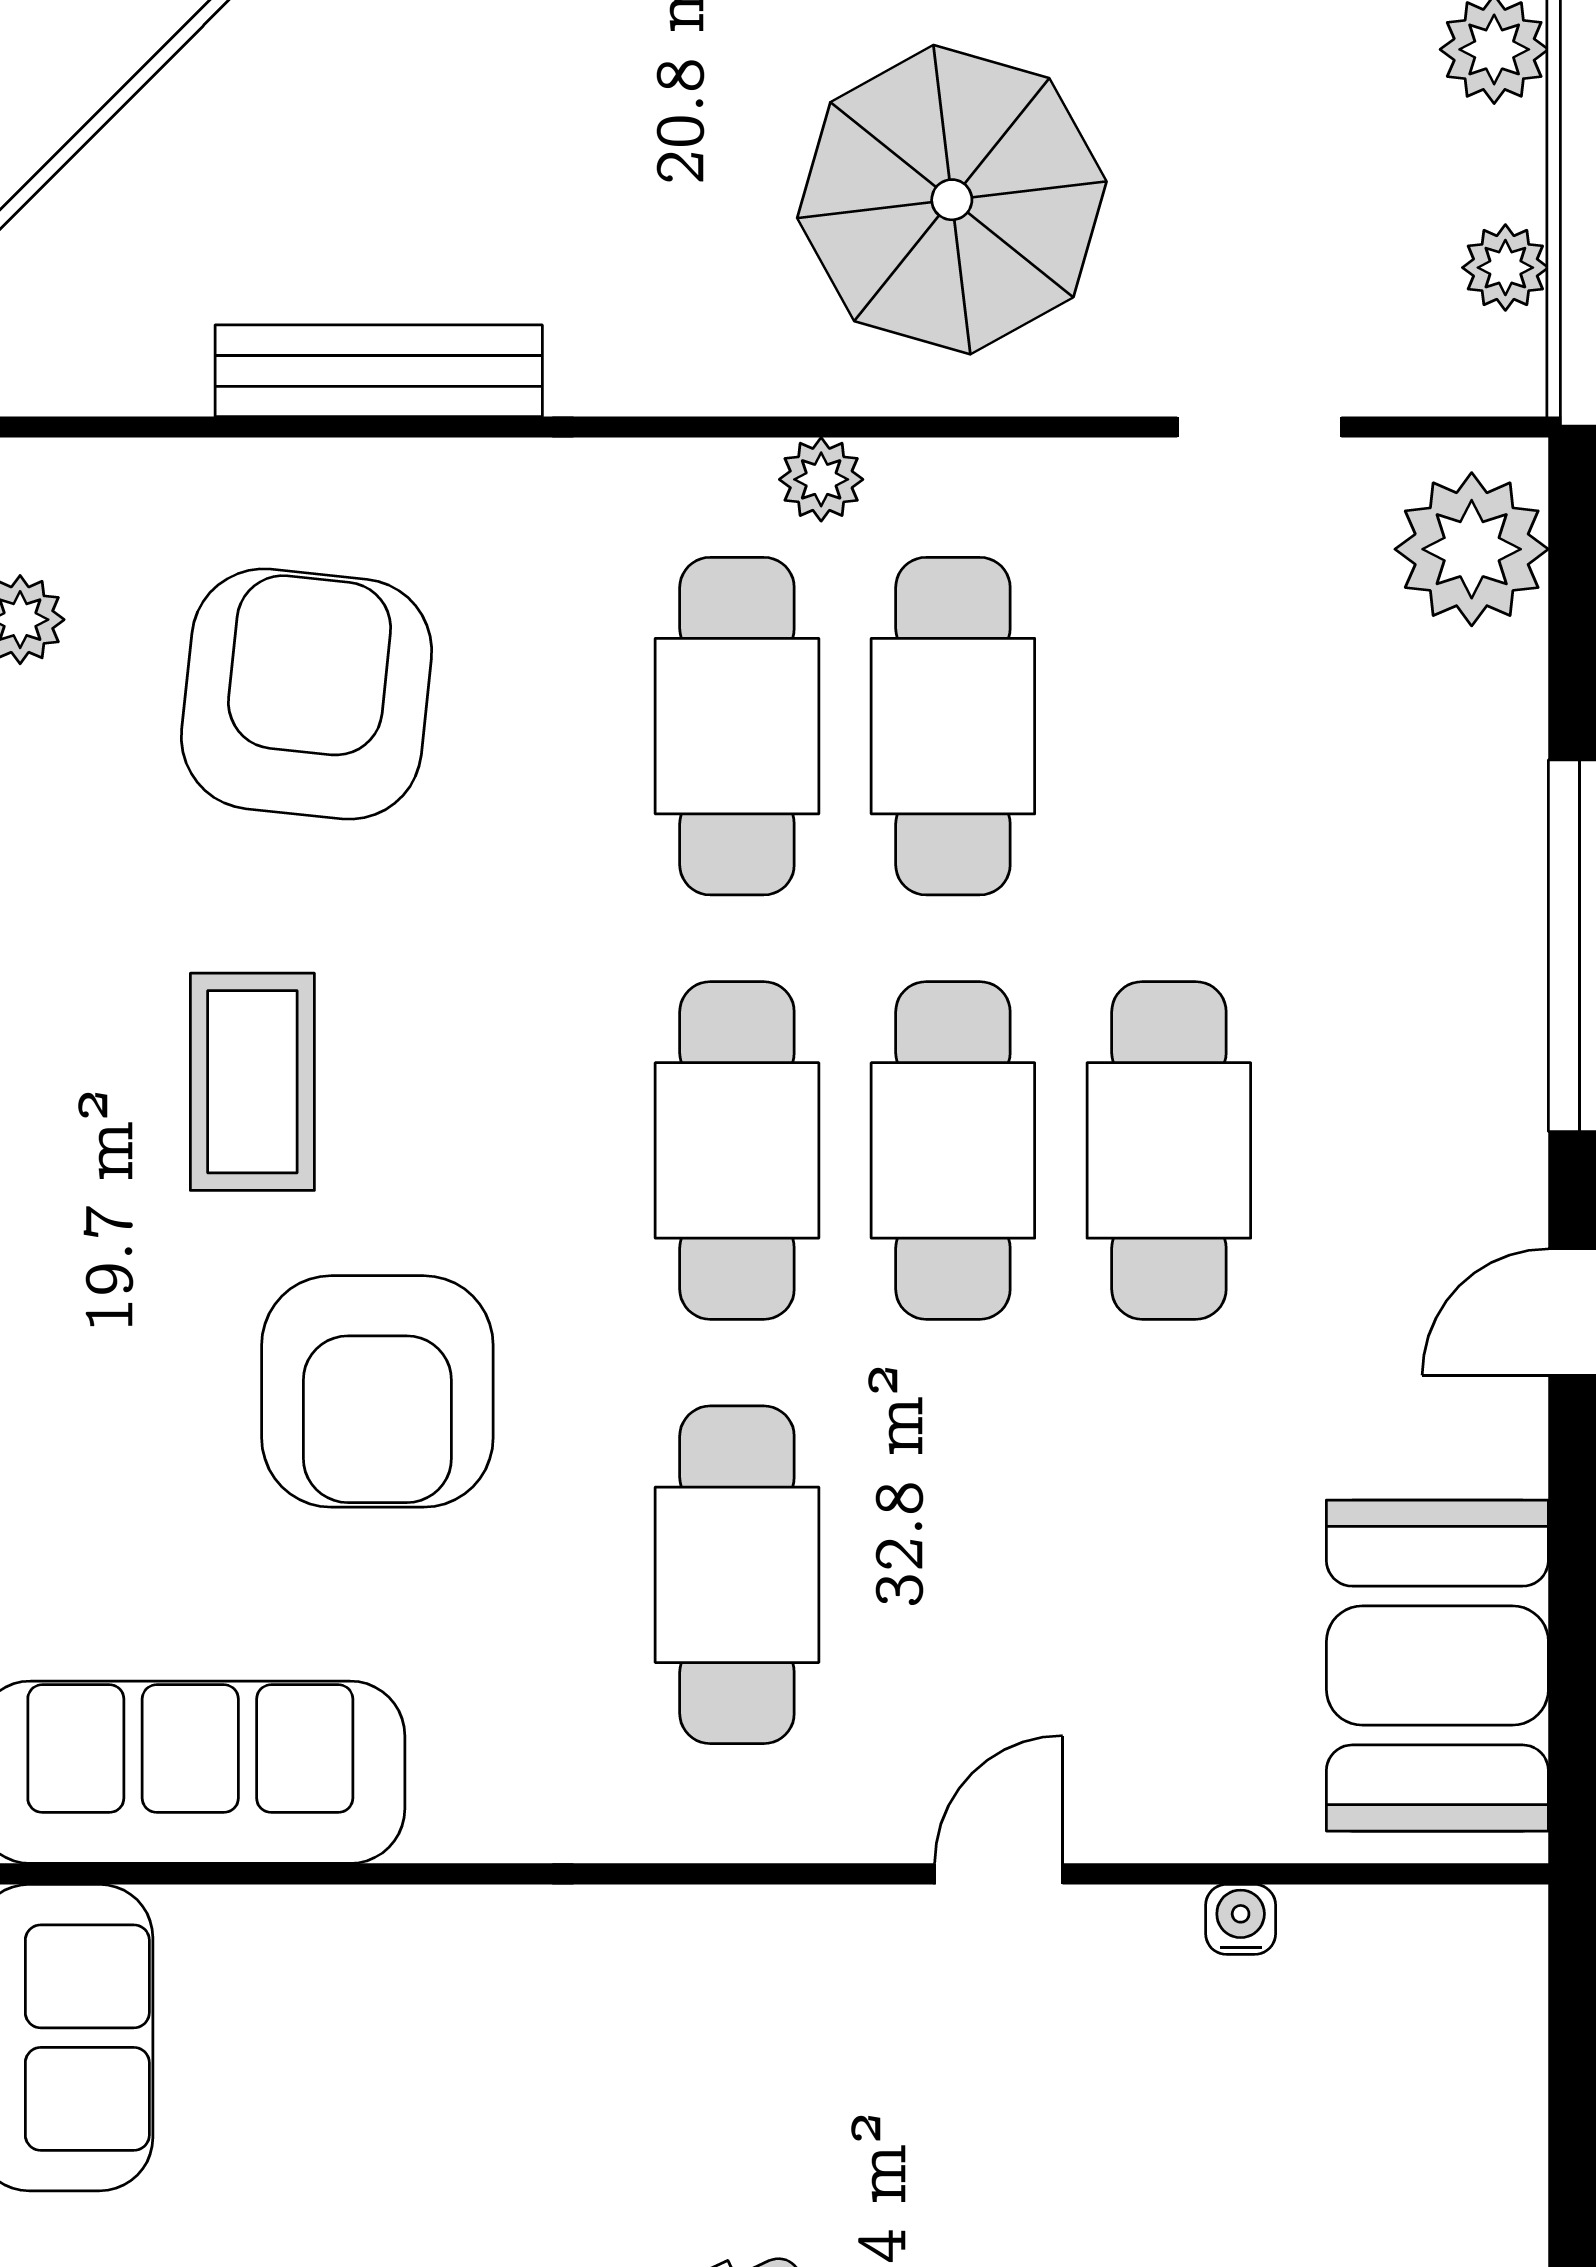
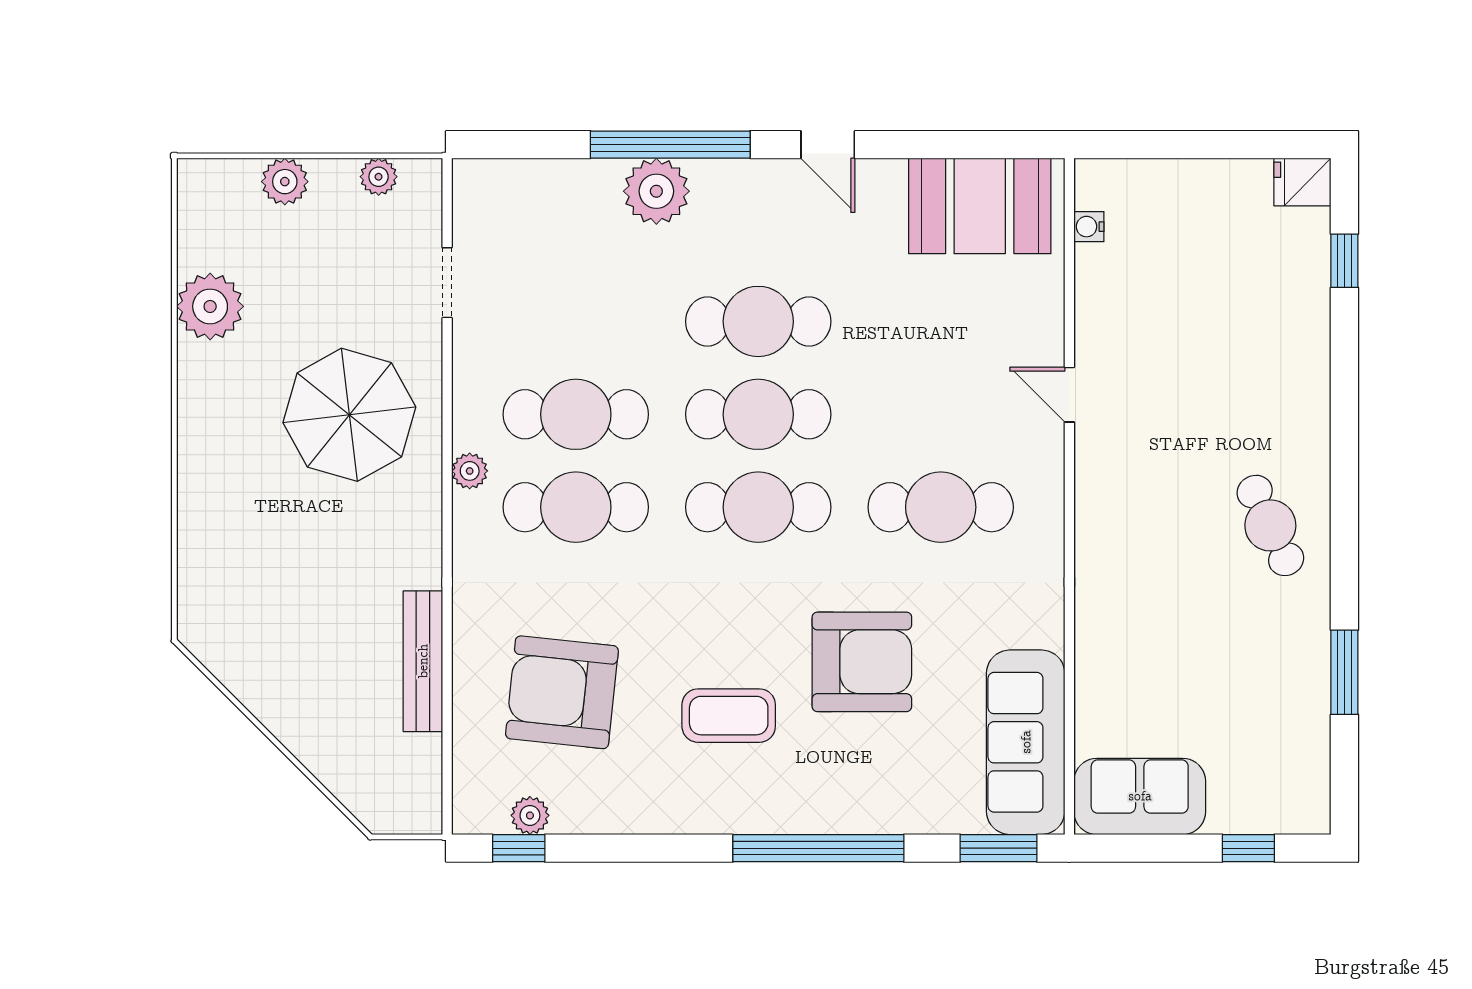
plant: (1472, 549) -> (656, 191), moved
water cooler: (1241, 1919) -> (1089, 227), moved

